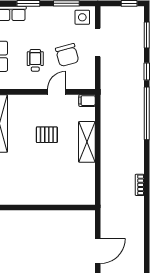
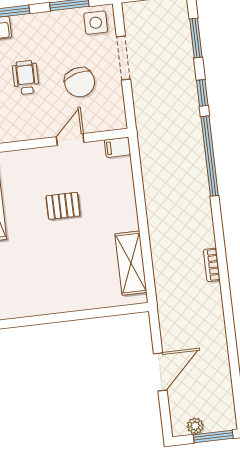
wheelchair: (35, 60) -> (26, 77), moved
shelving: (87, 142) -> (131, 263), moved

